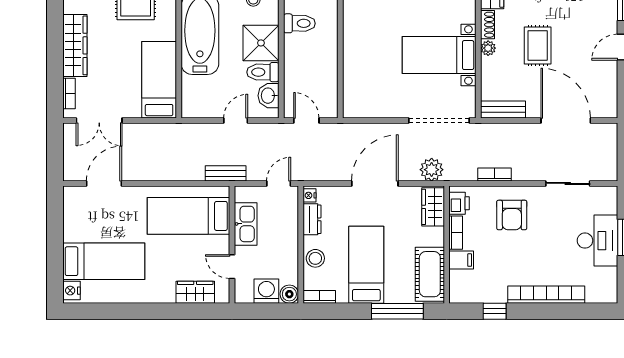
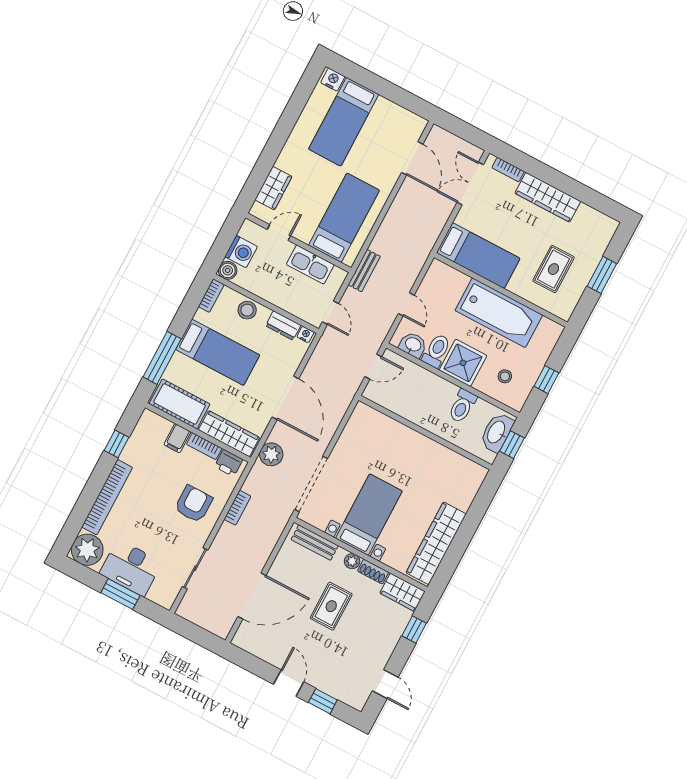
rug: (538, 46) -> (331, 606), turned 90
bench: (503, 110) -> (315, 543), moved, turned 90
wardrobe: (433, 207) -> (229, 434), width x1.50
armchair: (512, 215) -> (194, 504), turned 90
plant: (602, 288) -> (87, 550), added

